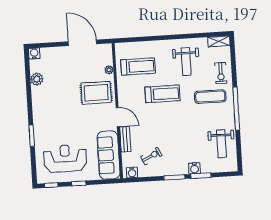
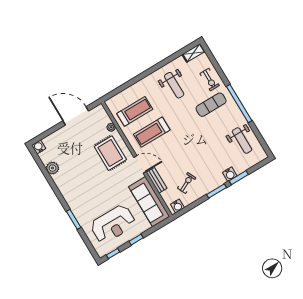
rug: (96, 93) -> (110, 153), turned 90
treadmill: (163, 94) -> (152, 132), moved, turned 180
reception desk: (65, 158) -> (113, 224), turned 180

